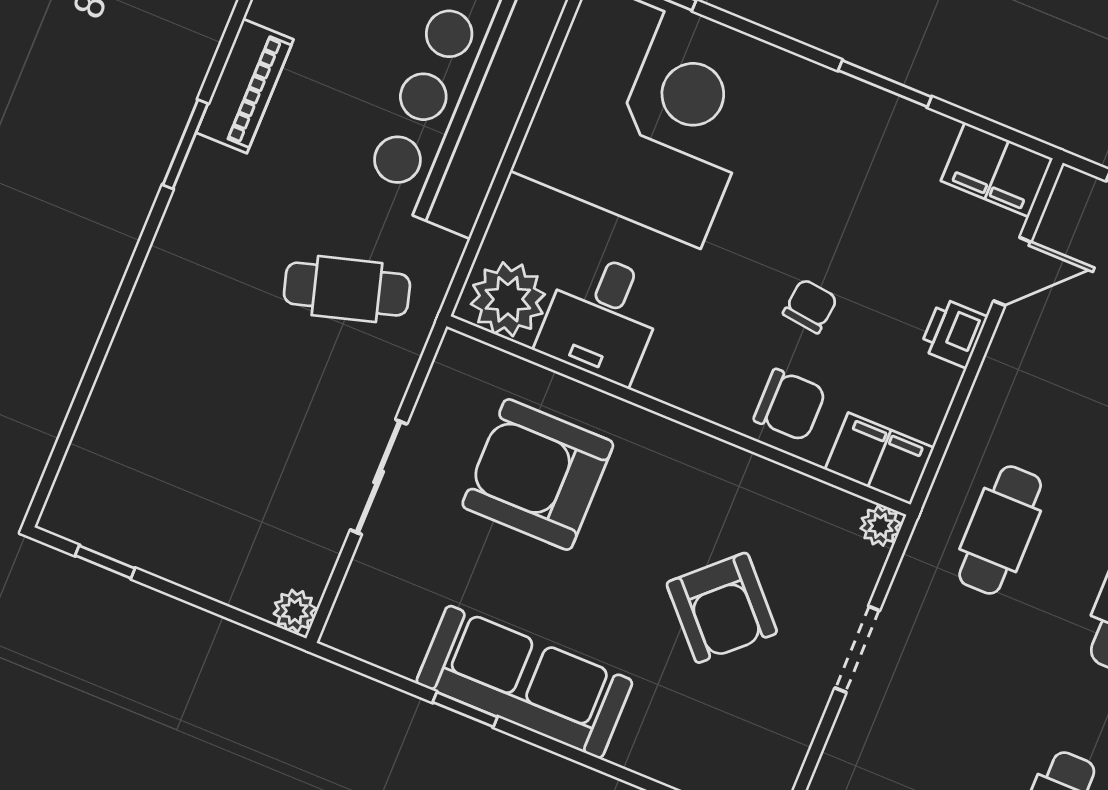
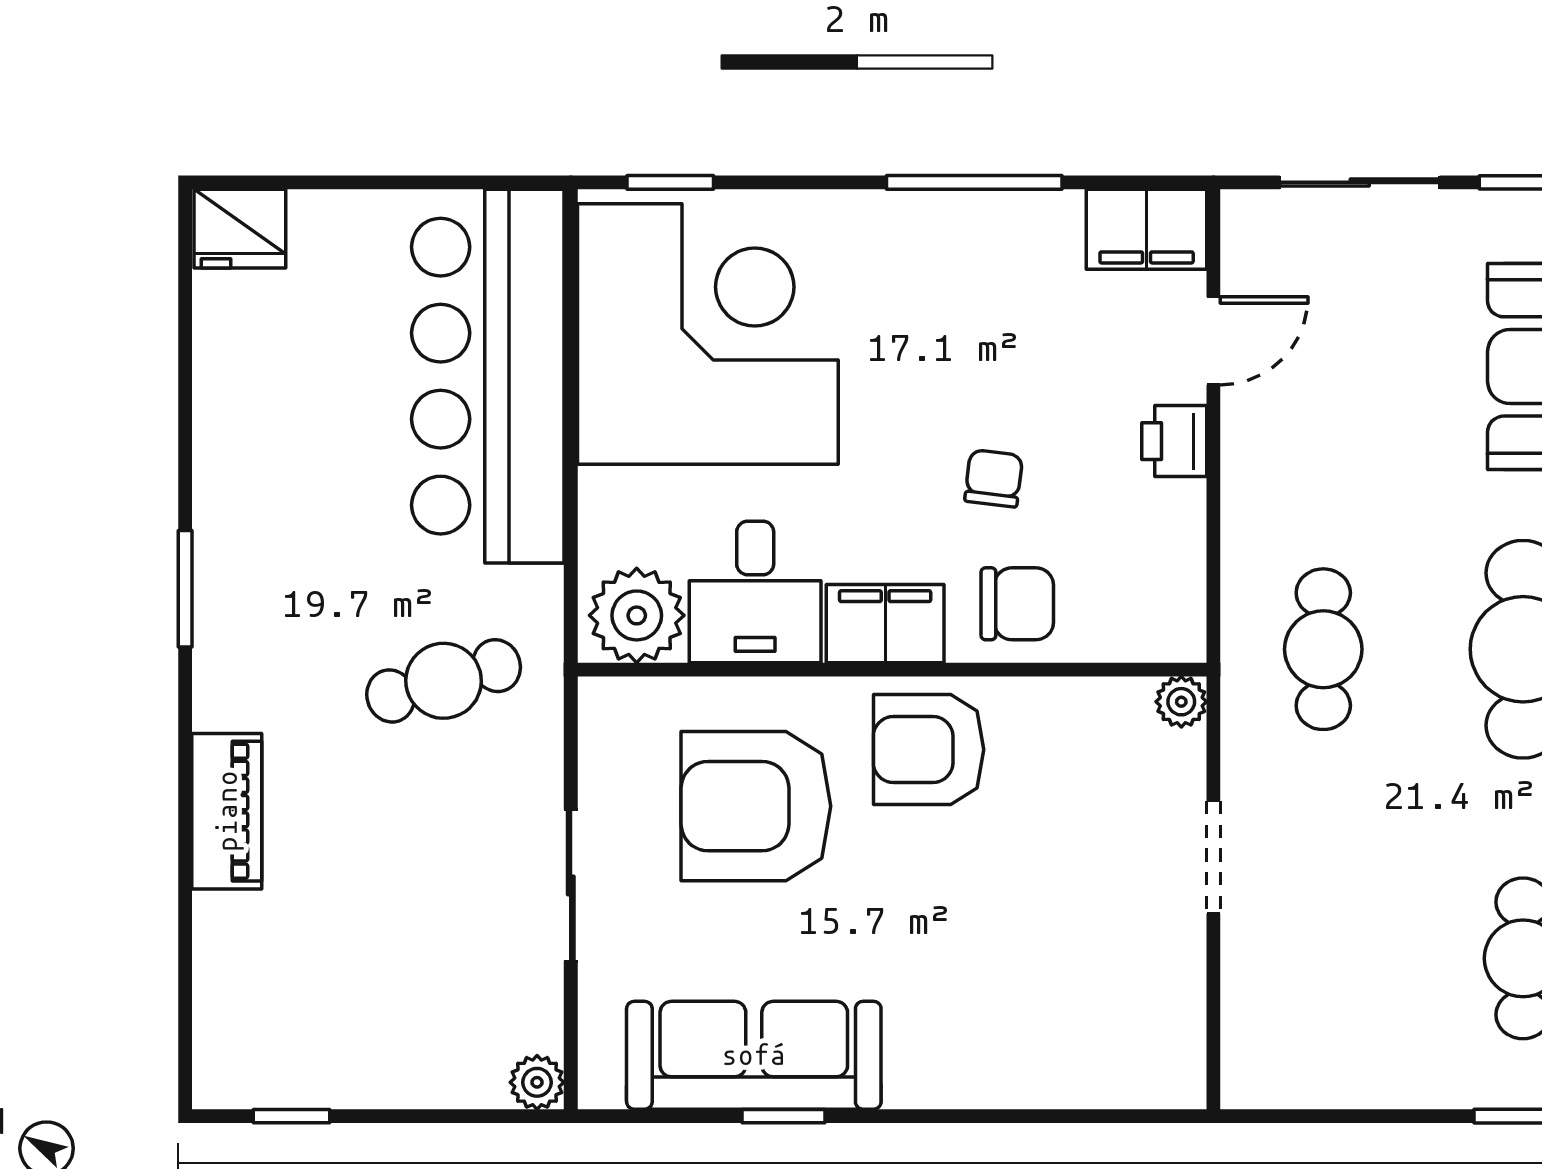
window: (885, 84) -> (974, 182), width x1.44
piano: (245, 86) -> (227, 811), moved
filing cabinet: (879, 459) -> (885, 624), moved
armchair: (722, 608) -> (929, 750), moved, turned 133
sofa: (524, 682) -> (754, 1055), moved

